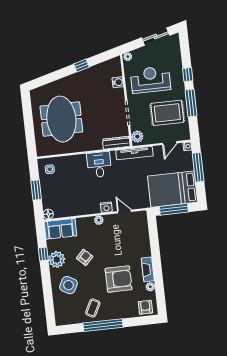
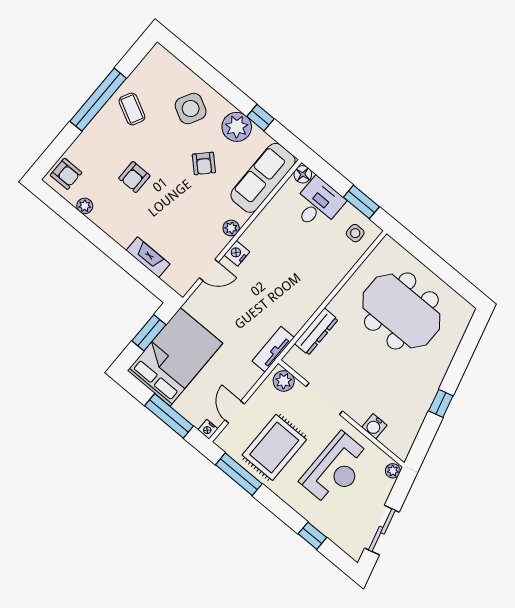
window: (188, 75) -> (312, 536), moved
window: (191, 103) -> (239, 474), moved
dresser: (116, 143) -> (316, 332), moved
tv unit: (134, 153) -> (273, 349), width x0.71
desk: (99, 165) -> (318, 204), moved, turned -90
window: (36, 190) -> (361, 202), moved
window: (174, 209) -> (149, 333), width x0.69
sofa: (60, 229) -> (263, 178), width x1.36
fireplace: (148, 269) -> (148, 257), moved
armchair: (119, 279) -> (134, 177), width x0.53, depth x0.53

